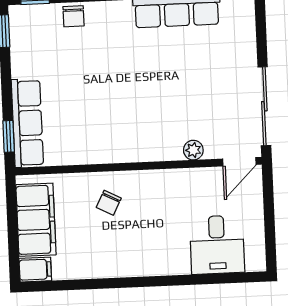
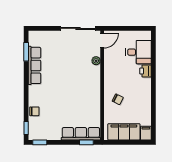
door: (239, 162) -> (102, 41), hinge flipped
printer: (175, 263) -> (146, 71), added

